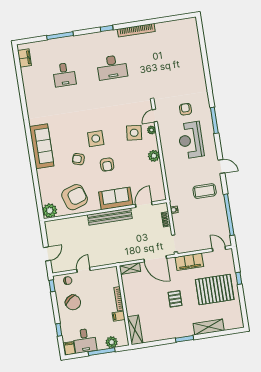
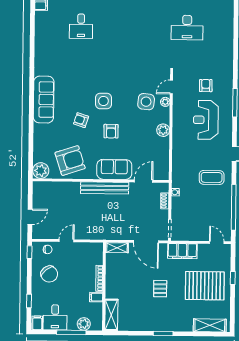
desk: (112, 67) -> (187, 28), moved
shelving: (209, 327) -> (210, 325), moved

